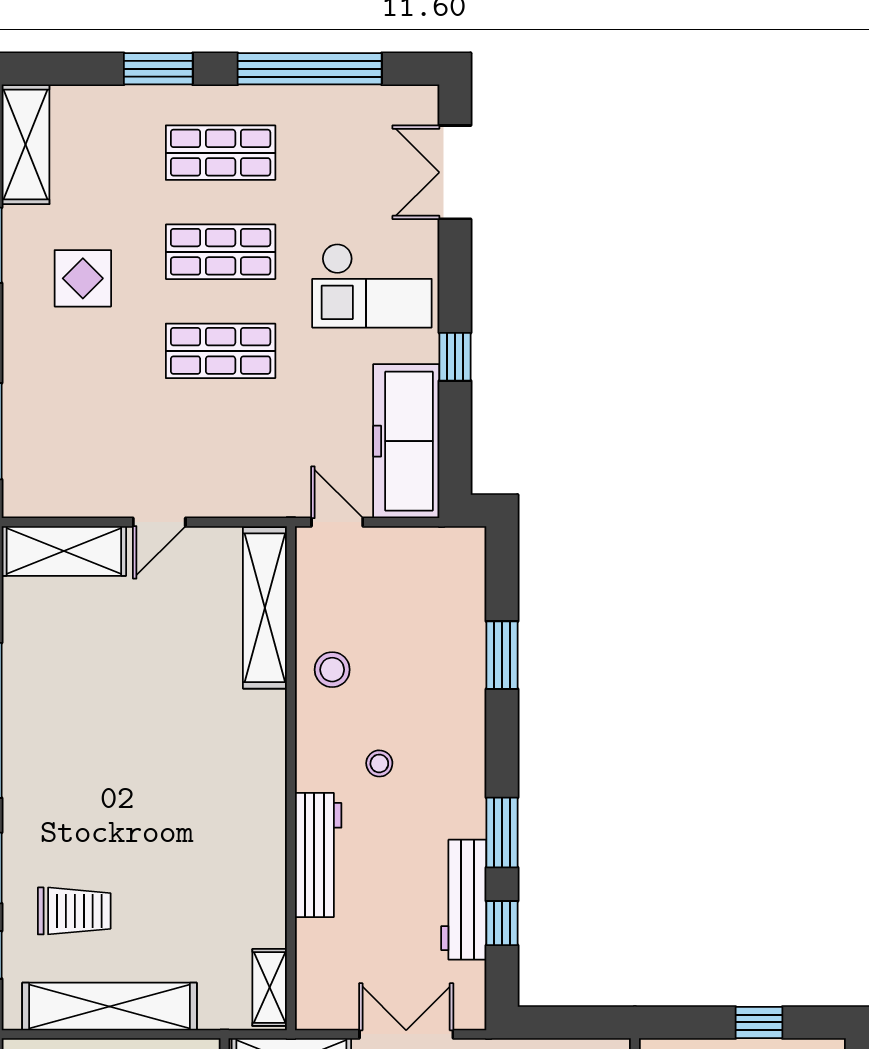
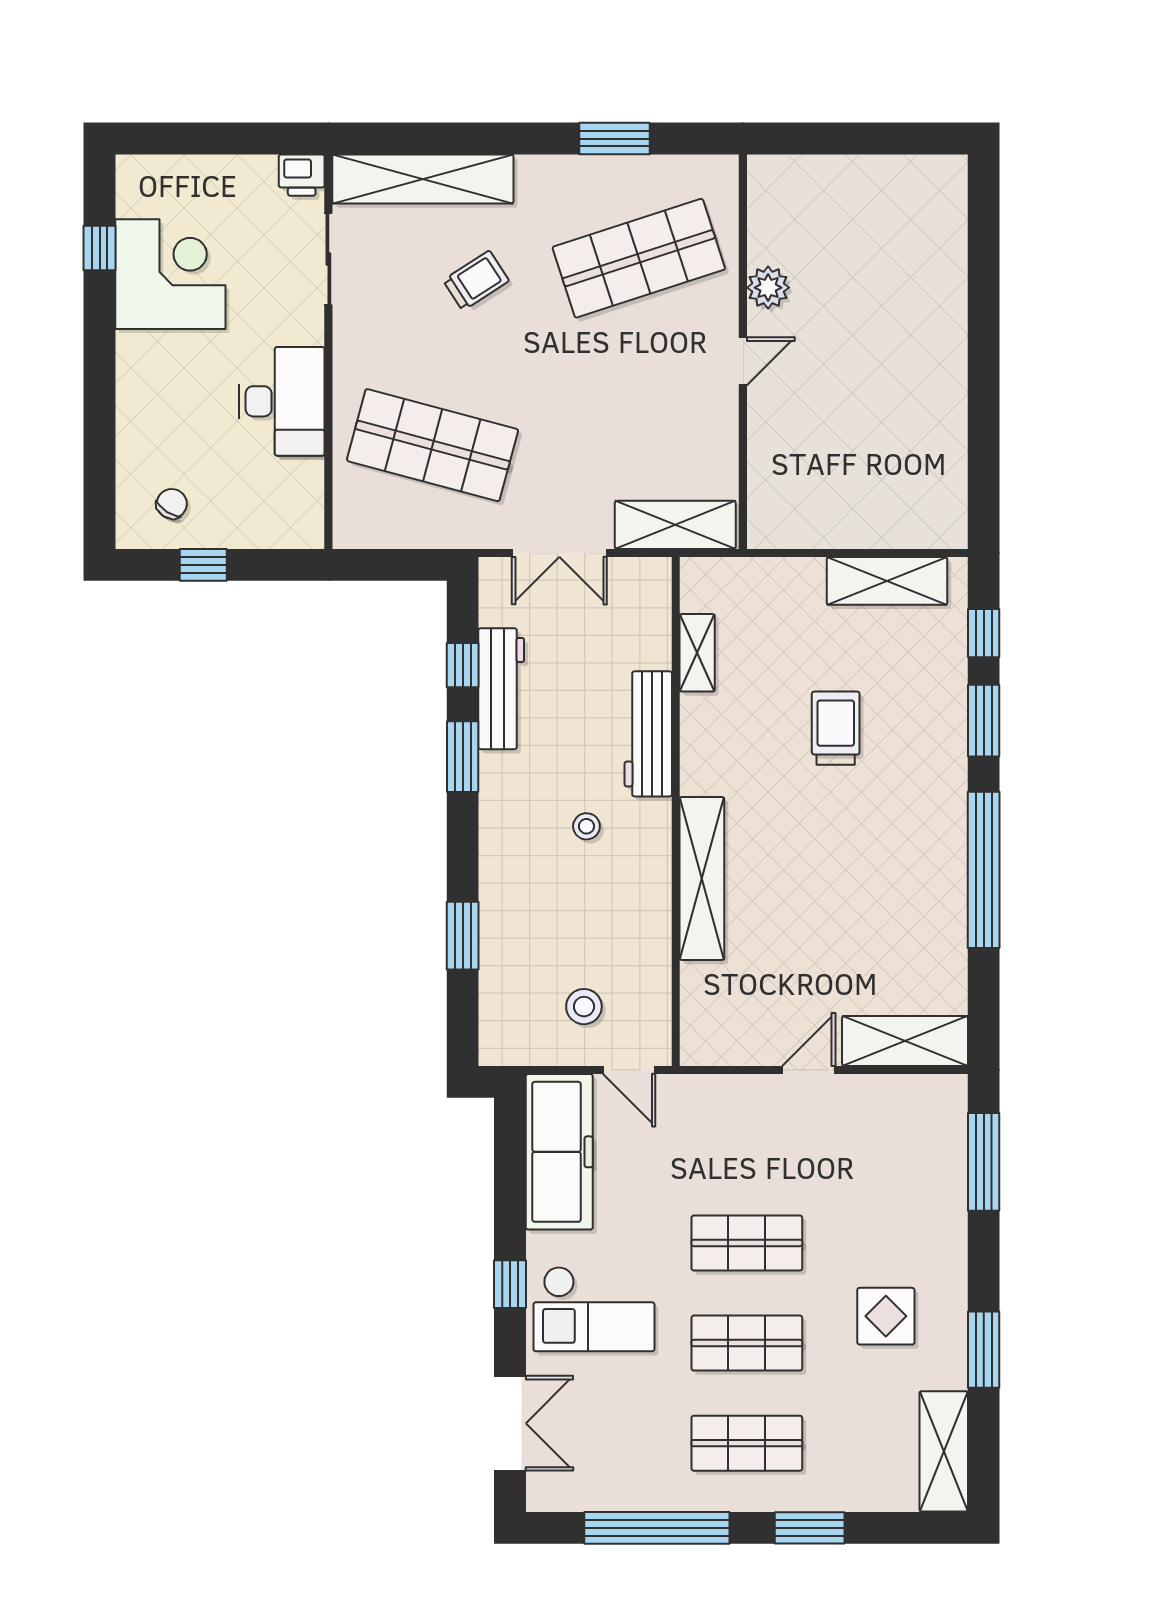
checkout: (372, 286) -> (594, 1309), turned 180
window: (455, 357) -> (510, 1284), moved
shelving: (265, 608) -> (702, 879), moved
stool: (332, 670) -> (584, 1007), moved
trolley: (74, 911) -> (836, 728), moved, turned 90
shelving: (270, 987) -> (697, 653), moved
shelving: (110, 1006) -> (887, 581), width x0.68

